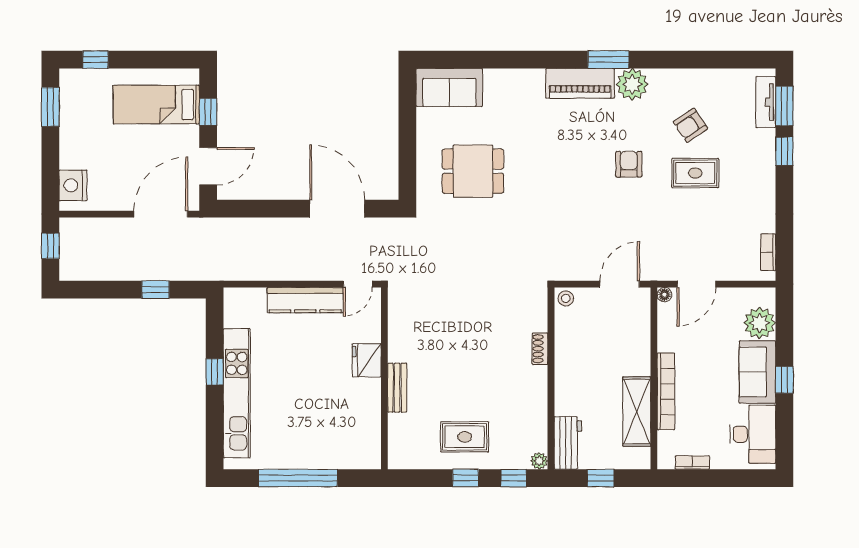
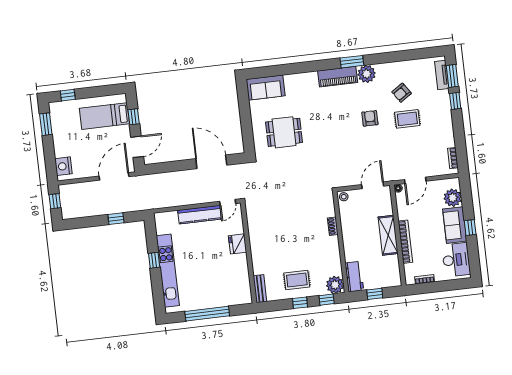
bench: (397, 388) -> (260, 289), moved
shelving: (637, 412) -> (388, 235), moved
plant: (539, 461) -> (335, 285), width x1.88, depth x1.88

